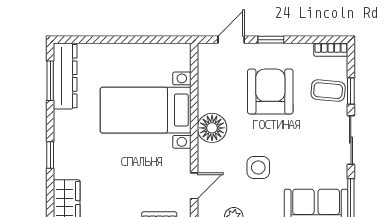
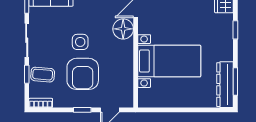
floor lamp: (212, 128) -> (123, 29), moved
side table: (258, 167) -> (80, 42), moved

